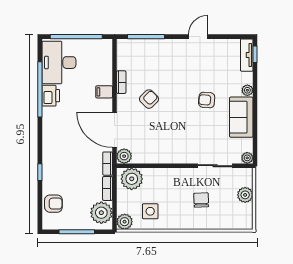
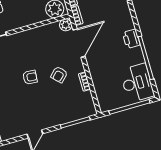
filing cabinet: (104, 92) -> (95, 70), removed
printer: (51, 96) -> (131, 39), moved
armchair: (207, 100) -> (30, 77), moved
door: (114, 130) -> (79, 43), hinge flipped

